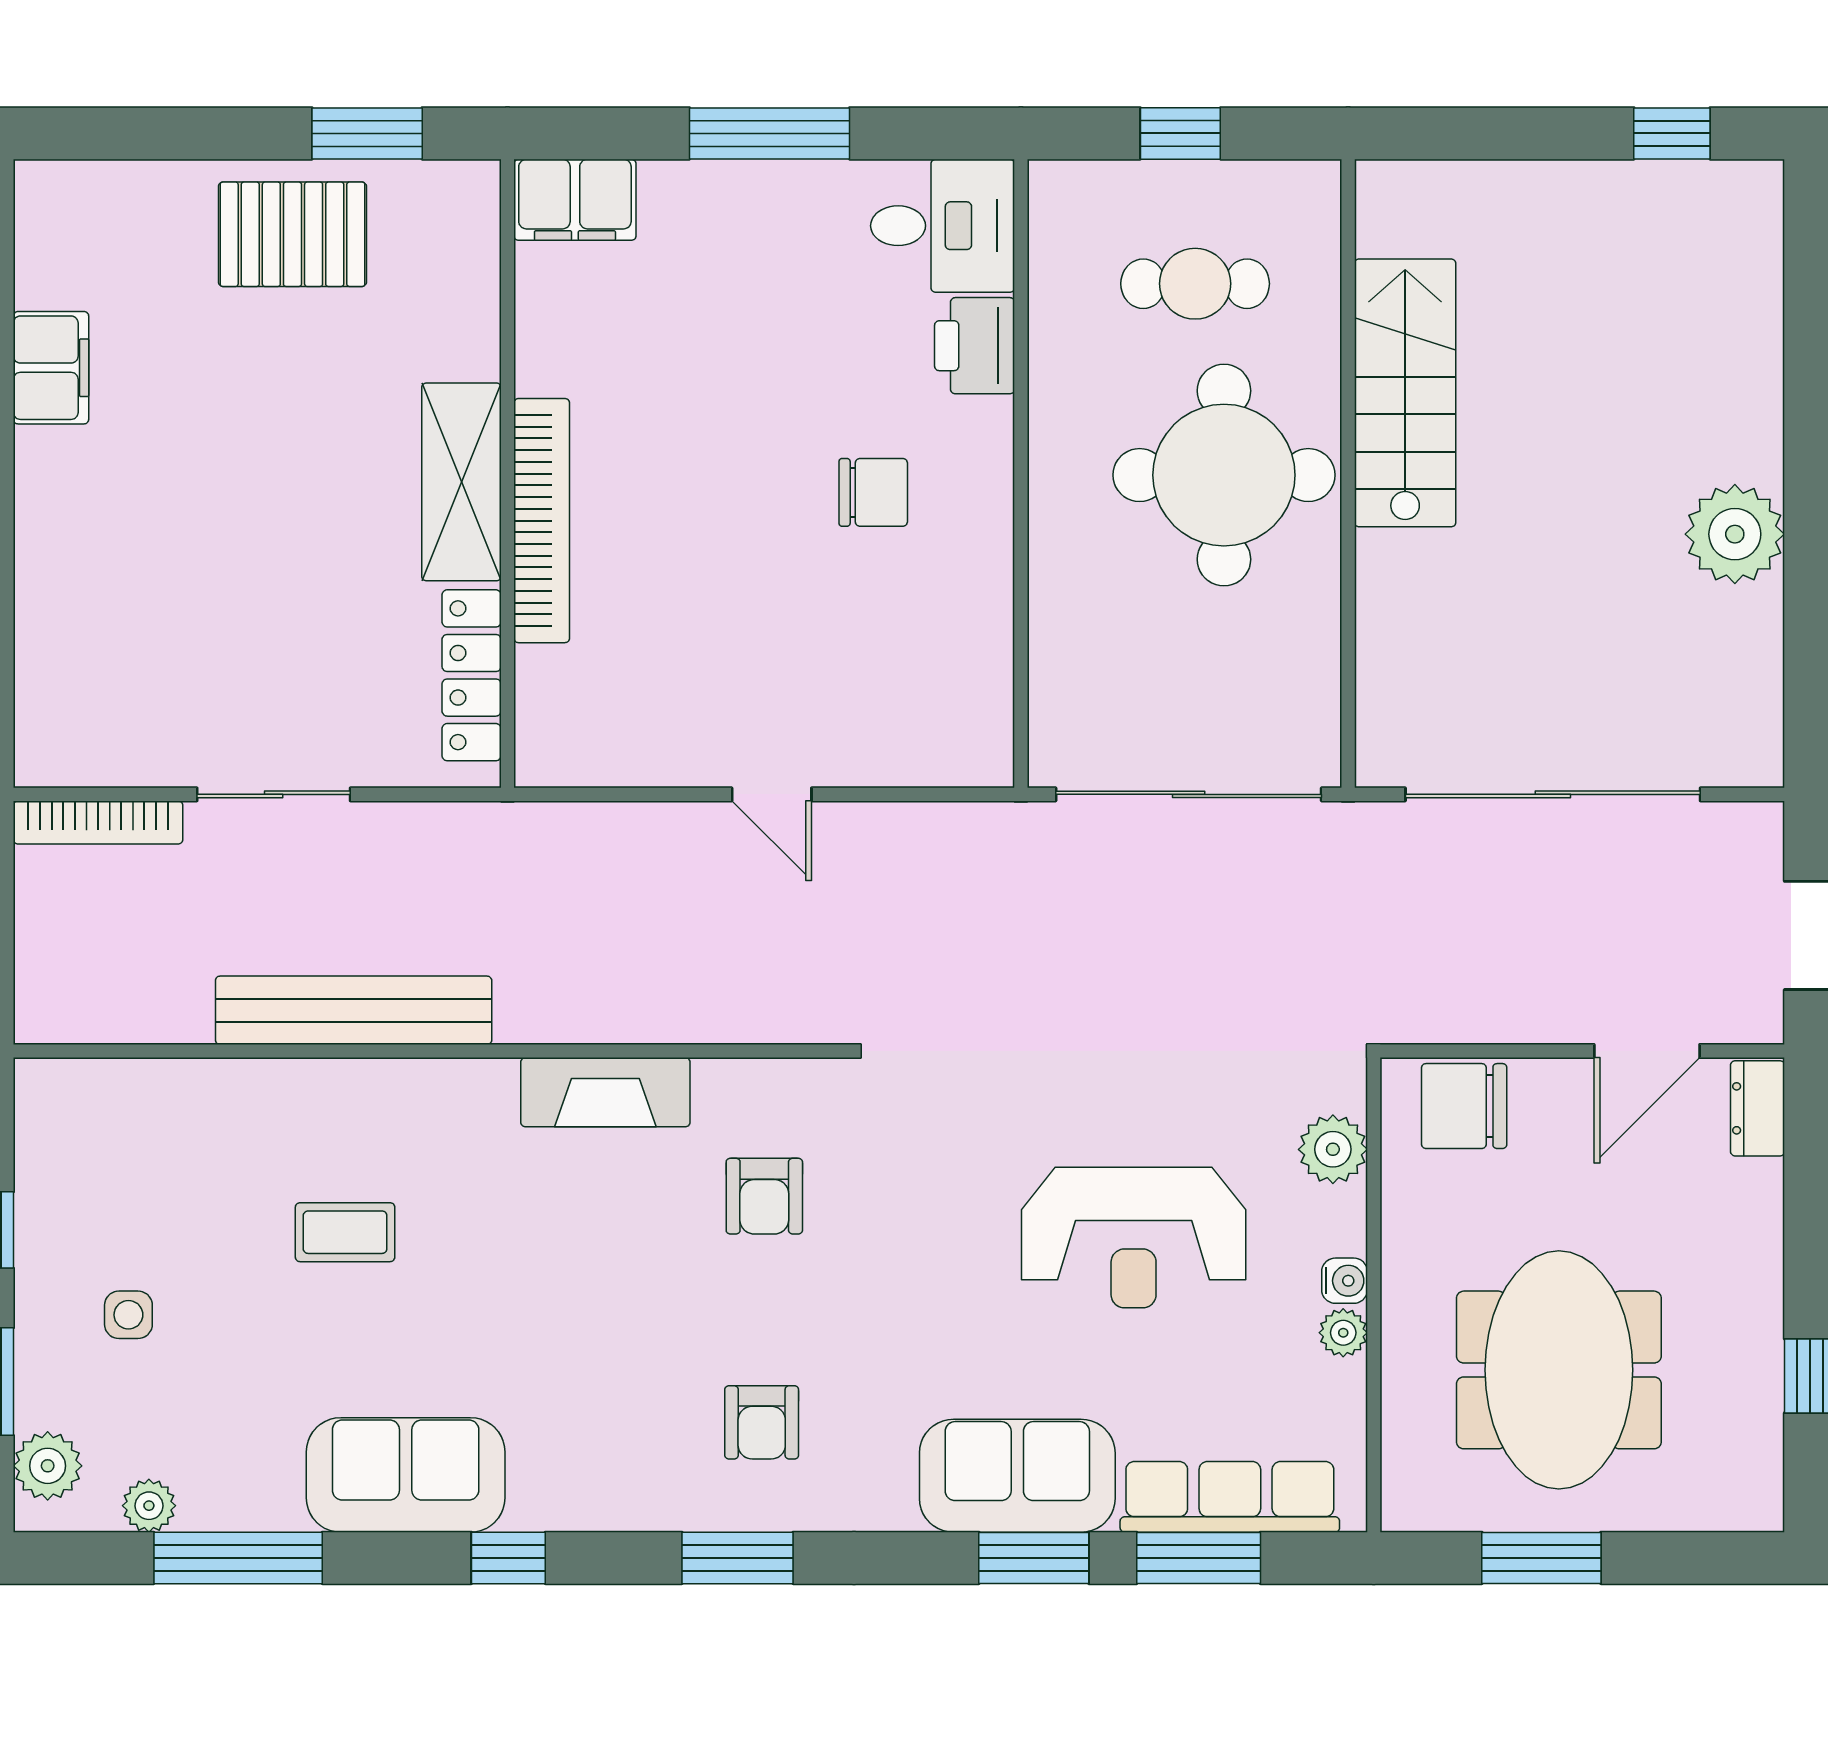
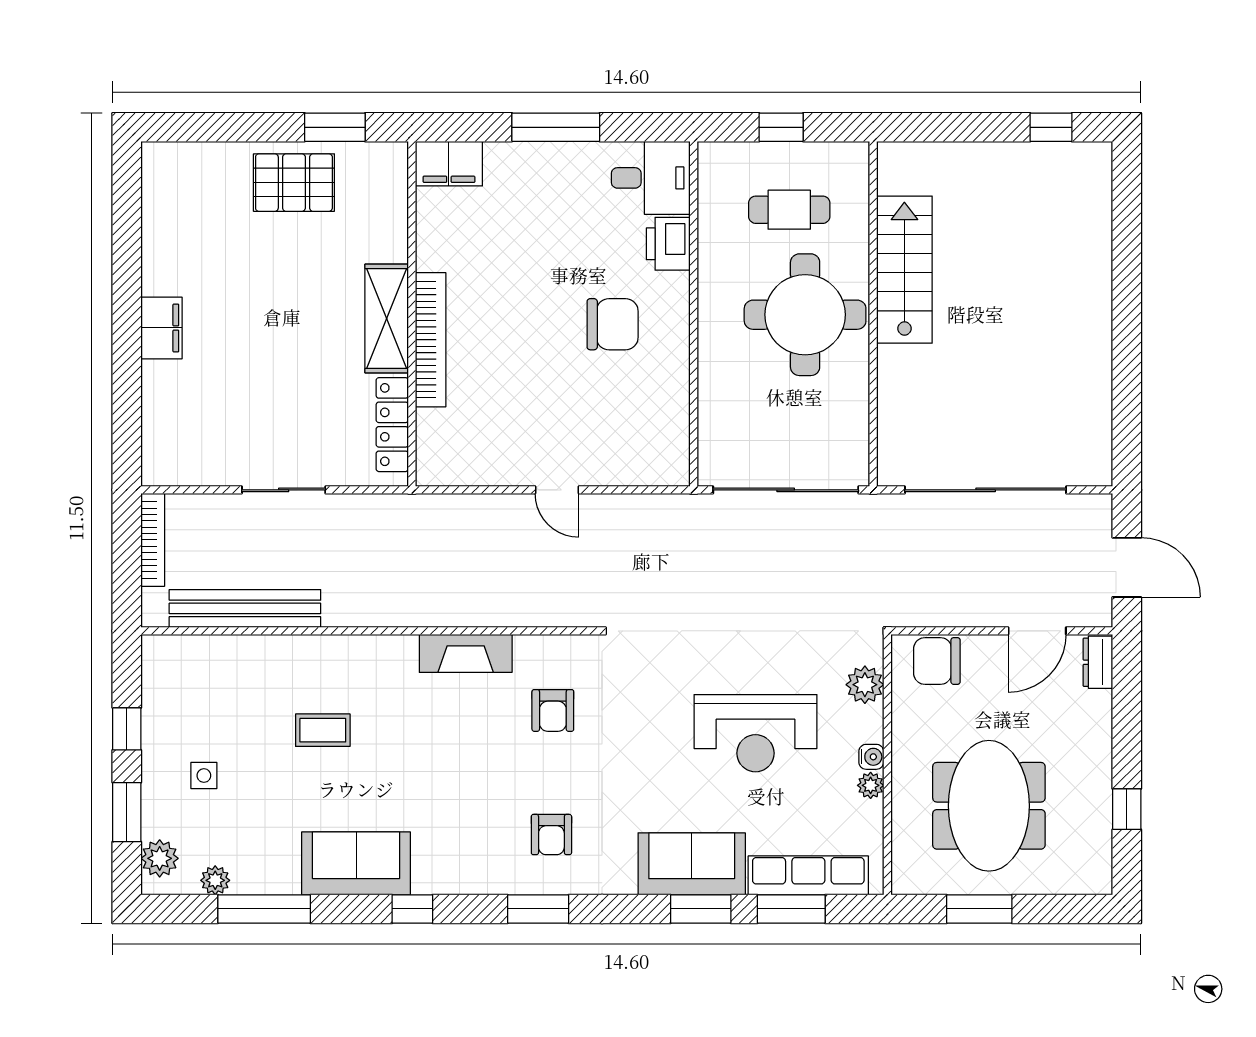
filing cabinet: (51, 368) -> (161, 328), moved
chair: (873, 492) -> (613, 324), width x1.37, depth x1.37
plant: (1735, 534) -> (1085, 347), removed
bookcase: (98, 822) -> (153, 540), moved, turned -90
bench: (354, 1010) -> (245, 608), moved

